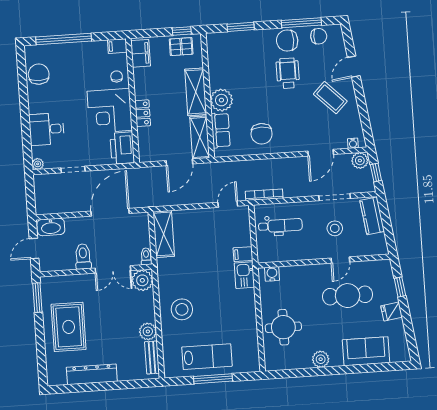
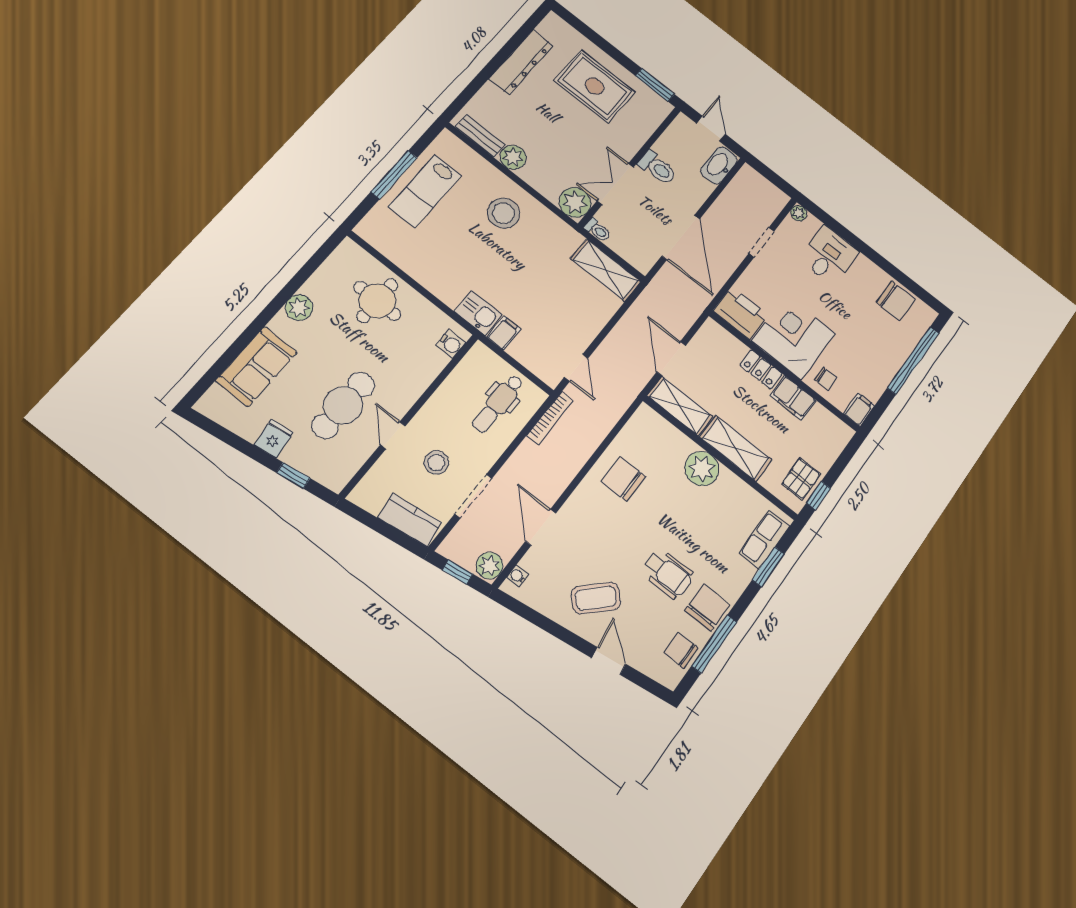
chair: (319, 36) -> (681, 650), turned 90
filing cabinet: (141, 53) -> (793, 398), moved
row of seats: (221, 130) -> (764, 540), moved, turned 90

